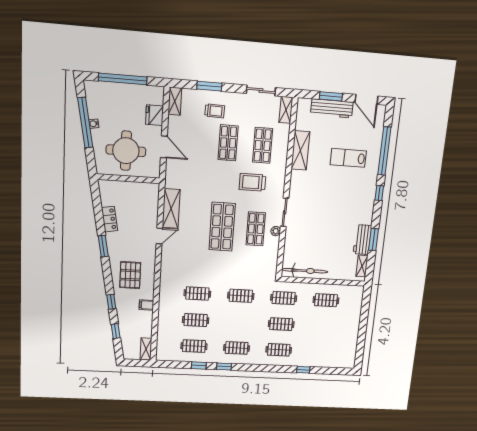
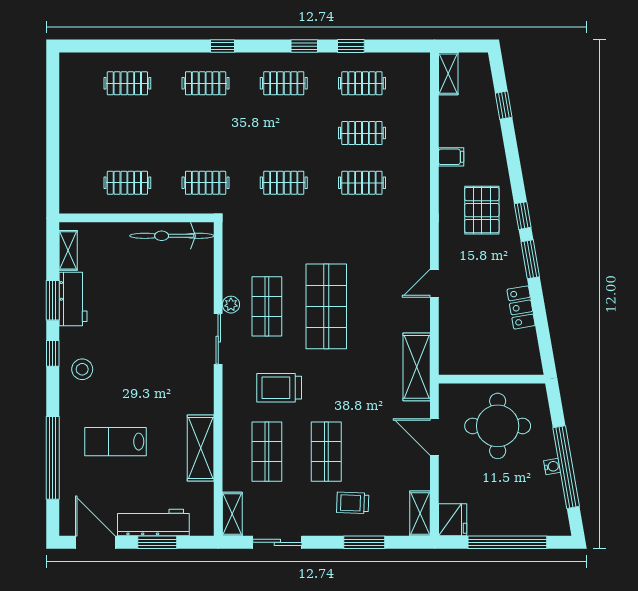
fridge: (155, 115) -> (453, 520), moved
lab bench: (348, 158) -> (115, 442), turned 180
trolley: (253, 182) -> (279, 388), turned 180
window: (379, 193) -> (53, 353), moved
stool: (362, 200) -> (82, 369), added
shelving: (171, 209) -> (417, 367), moved
window: (111, 302) -> (523, 216), moved
clothes rail: (281, 324) -> (127, 83), moved
window: (303, 370) -> (223, 46), moved

